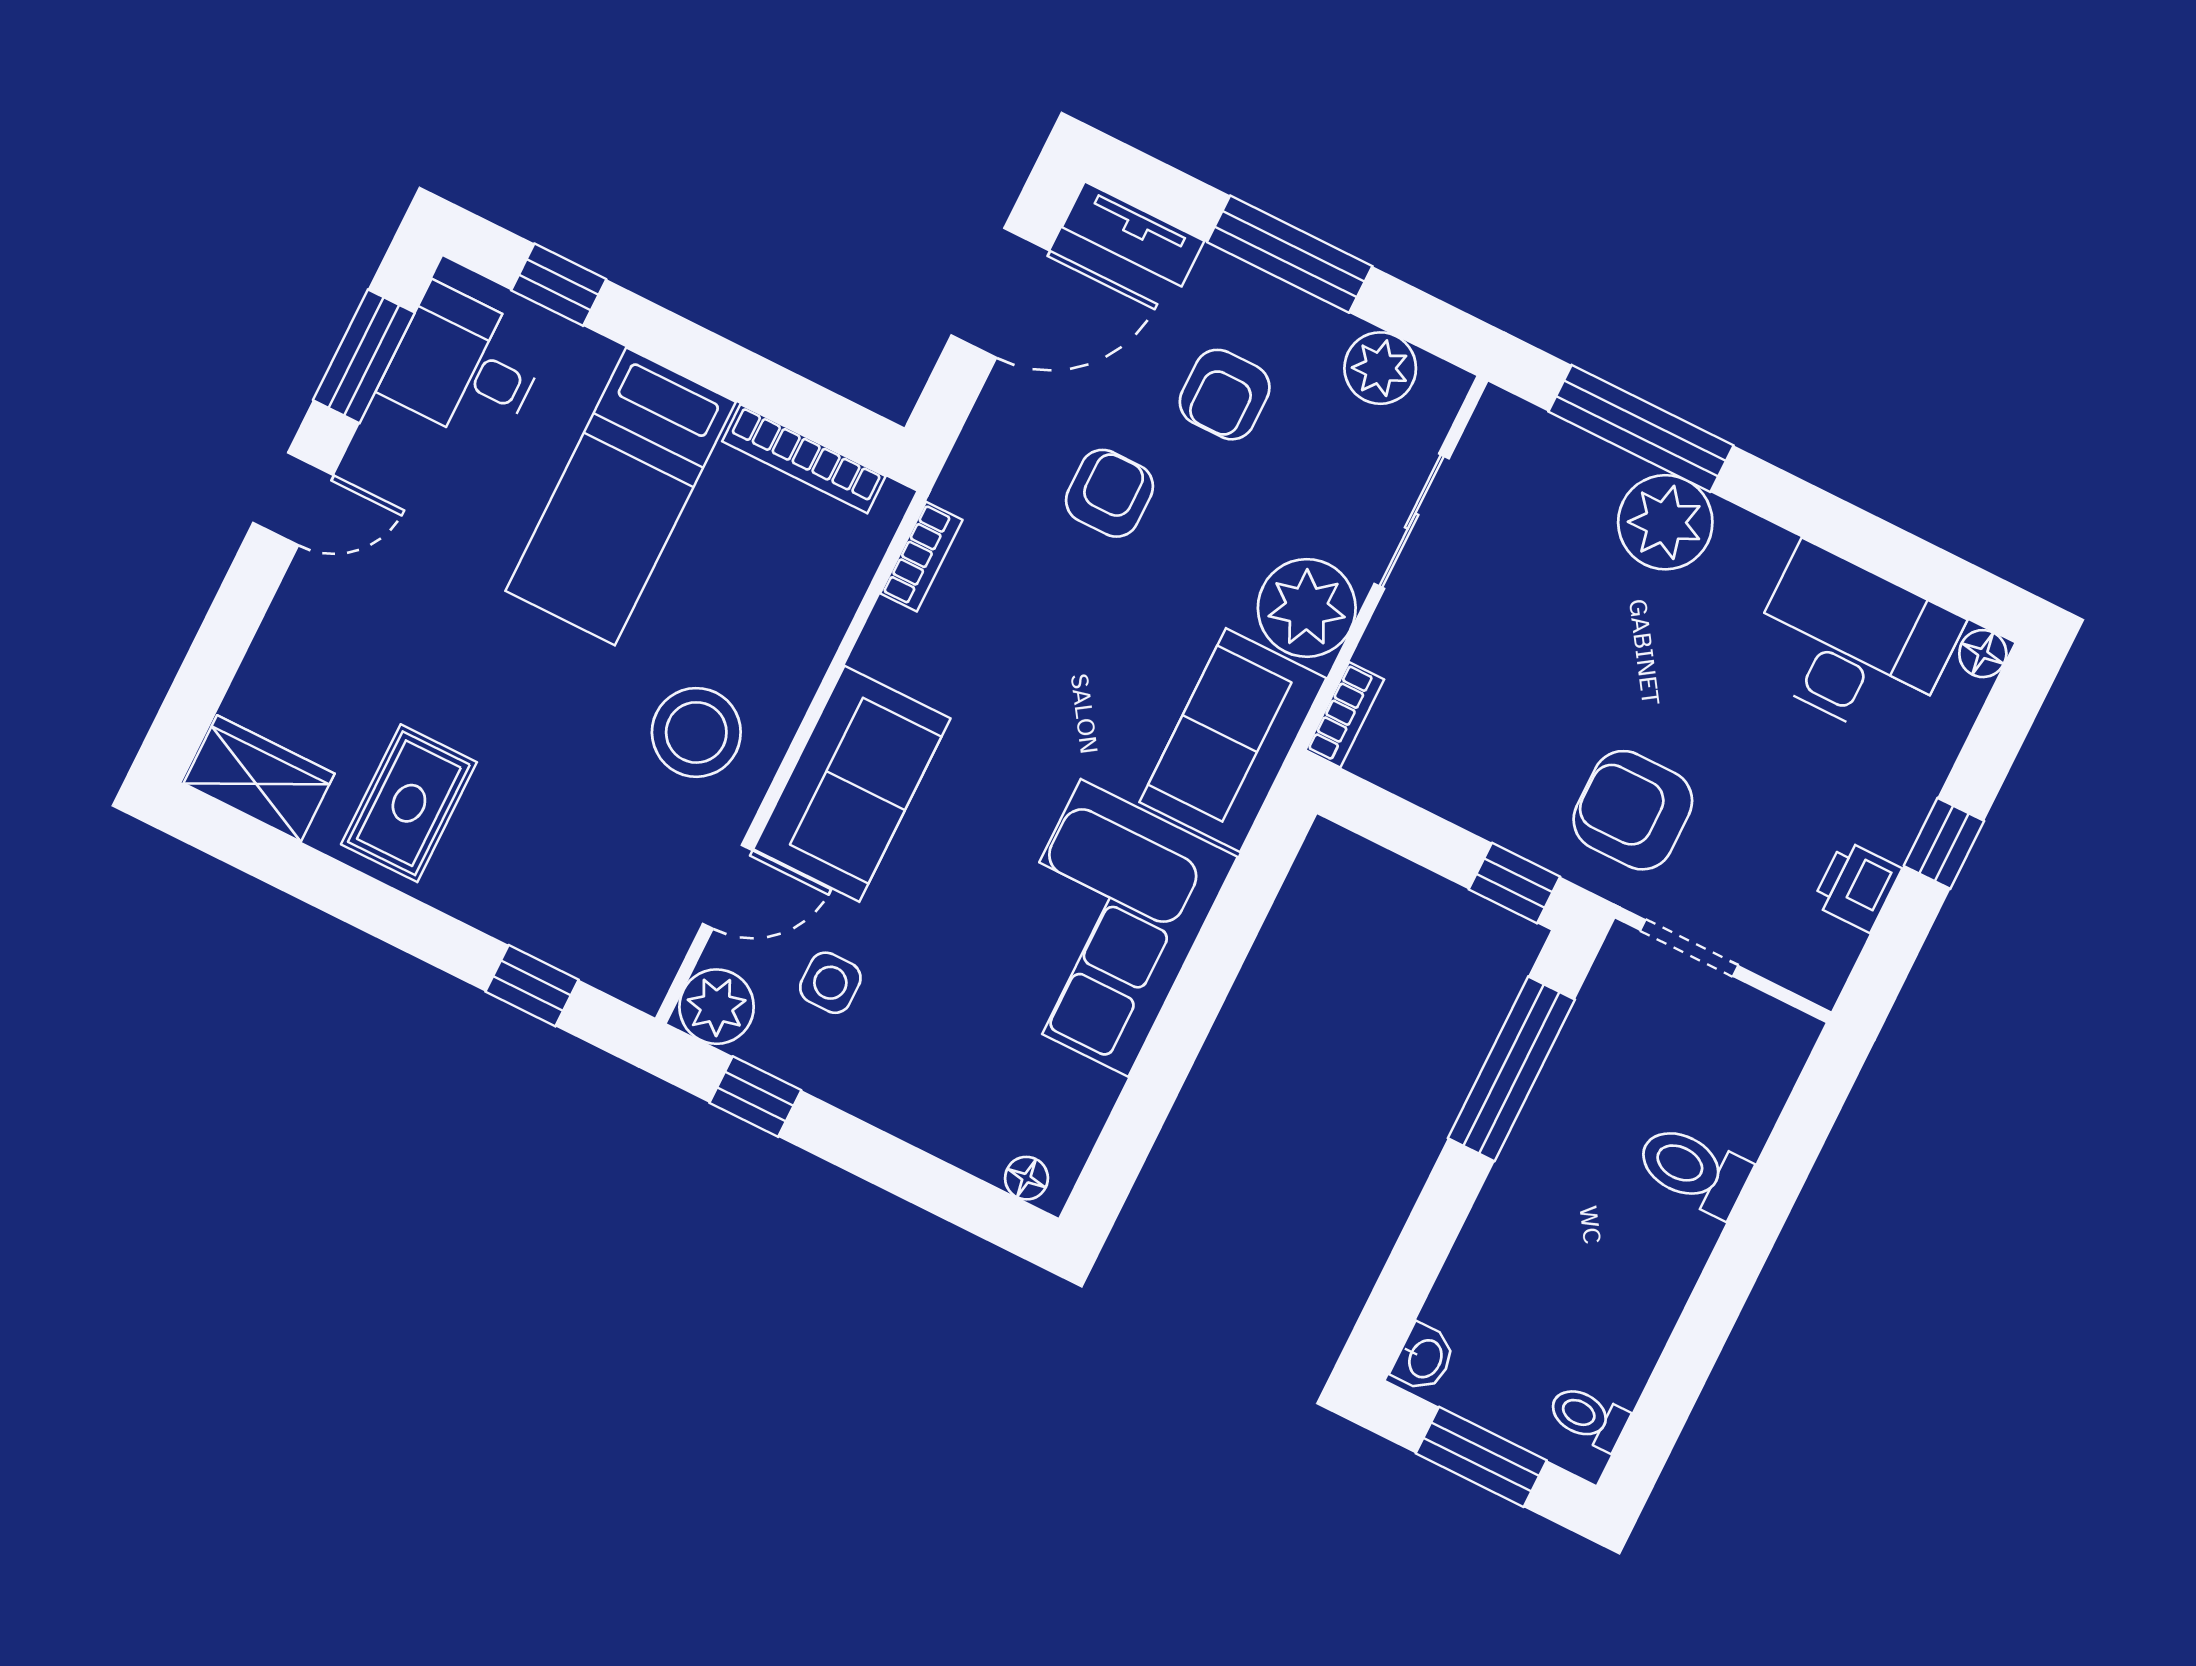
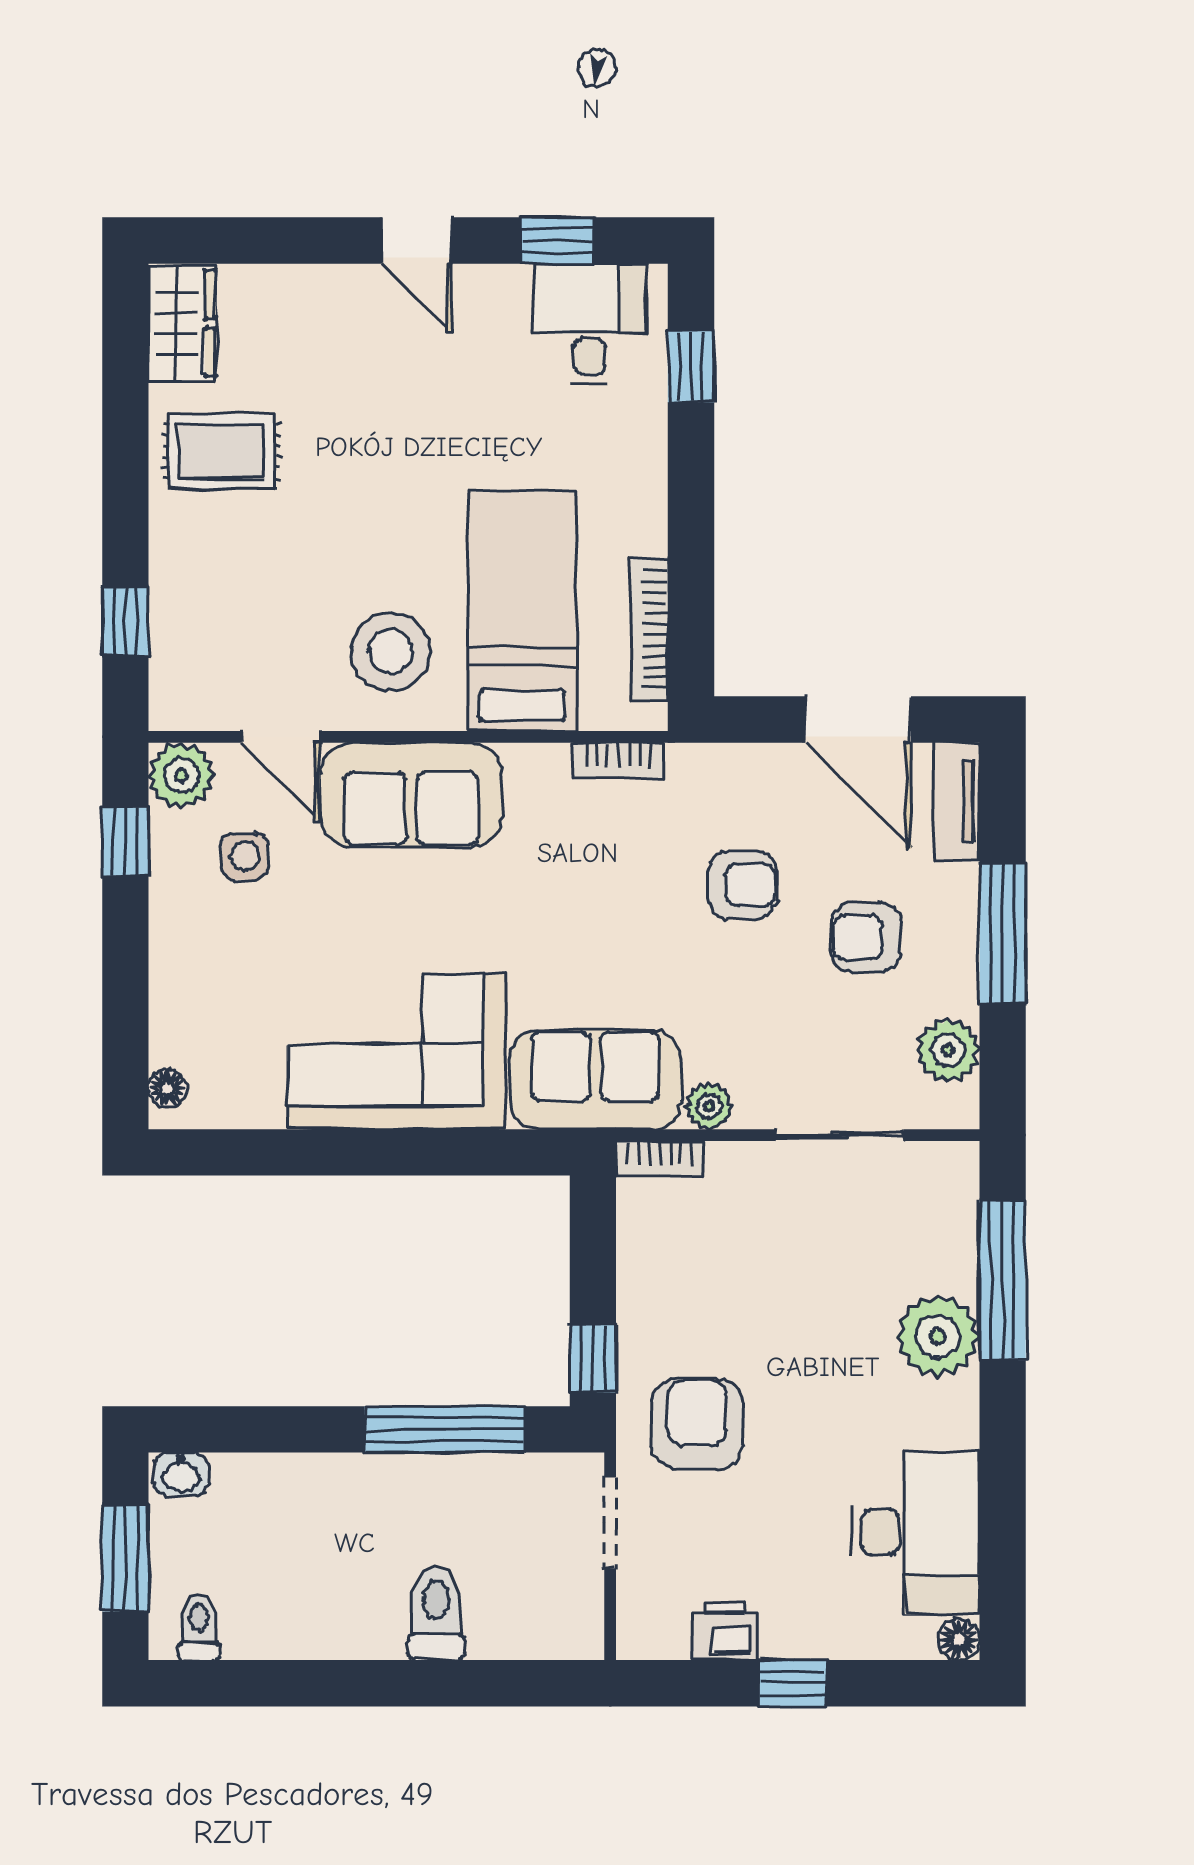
window: (364, 356) -> (558, 240), width x0.67
bed: (621, 496) -> (522, 611), moved, turned 90
plant: (1307, 608) -> (709, 1106), width x0.53, depth x0.53

